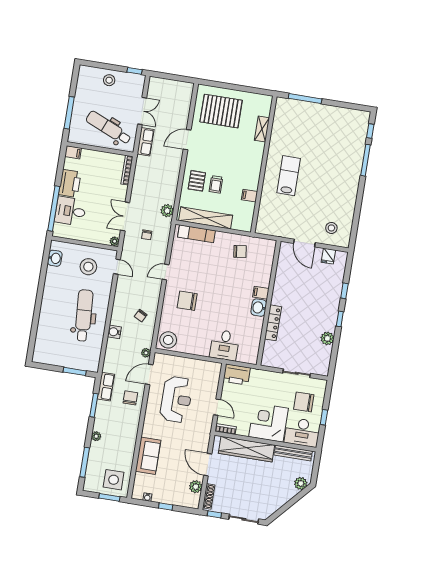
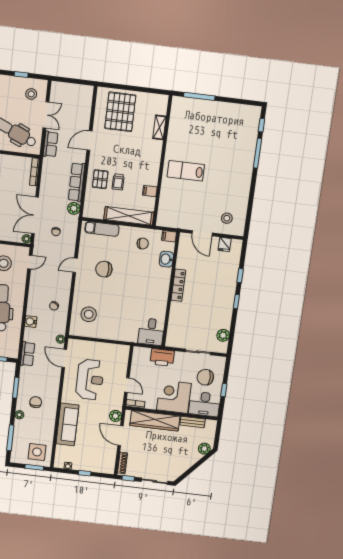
window: (135, 71) -> (21, 74), moved
stool: (109, 80) -> (31, 94), moved
pallet: (221, 111) -> (120, 112), turned 90
lab bench: (289, 176) -> (186, 171), turned -90
row of seats: (171, 183) -> (77, 182), added
double door: (125, 216) -> (35, 215), width x1.37
shelving: (206, 218) -> (129, 216), moved
door: (117, 267) -> (30, 262), hinge flipped
filing cabinet: (261, 293) -> (169, 236), moved
chair: (187, 301) -> (104, 269), moved
washbasin: (259, 308) -> (166, 259), moved
locker: (273, 323) -> (178, 285), moved
plant: (327, 338) -> (223, 335), moved
stool: (168, 340) -> (89, 314), moved
desk: (225, 345) -> (151, 332), moved
door: (149, 374) -> (64, 358), hinge flipped
printer: (237, 374) -> (162, 357), moved
row of seats: (106, 387) -> (28, 354), moved
chair: (130, 398) -> (36, 402), moved
bench: (293, 453) -> (192, 422), width x0.73
sofa: (148, 456) -> (67, 424), width x1.36
plant: (196, 487) -> (115, 416), moved

